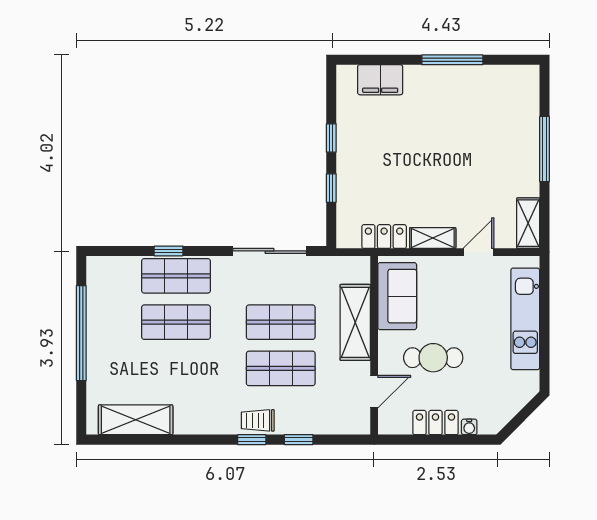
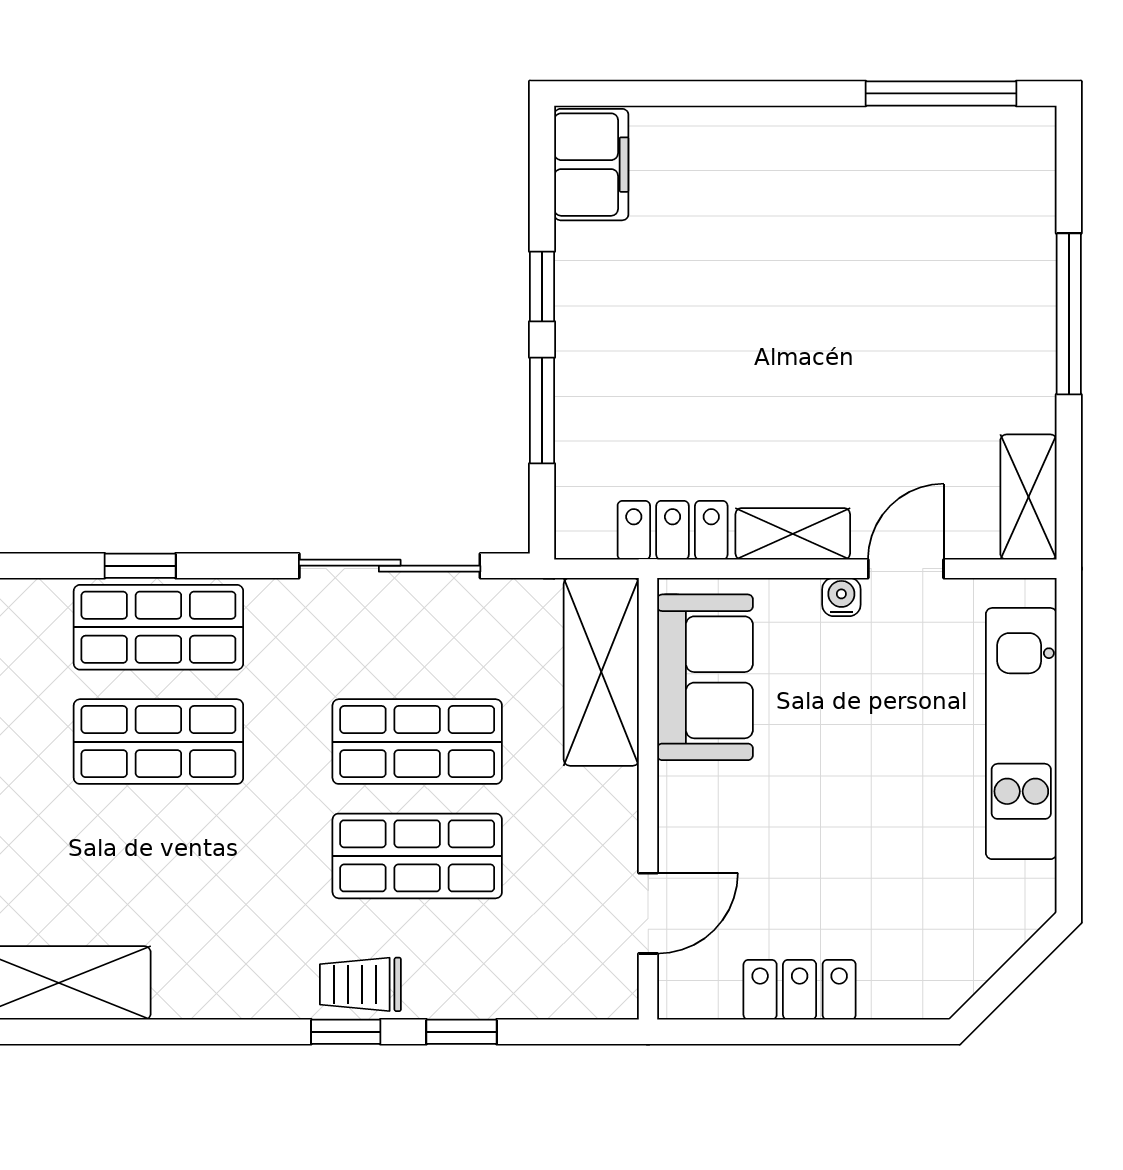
window: (452, 60) -> (941, 93), moved
filing cabinet: (380, 80) -> (591, 165), moved, turned -90
window: (331, 188) -> (542, 410), width x1.50
shelving: (355, 322) -> (601, 672), moved
cafe table: (433, 358) -> (794, 829), removed
water cooler: (469, 427) -> (841, 597), moved, turned 180

